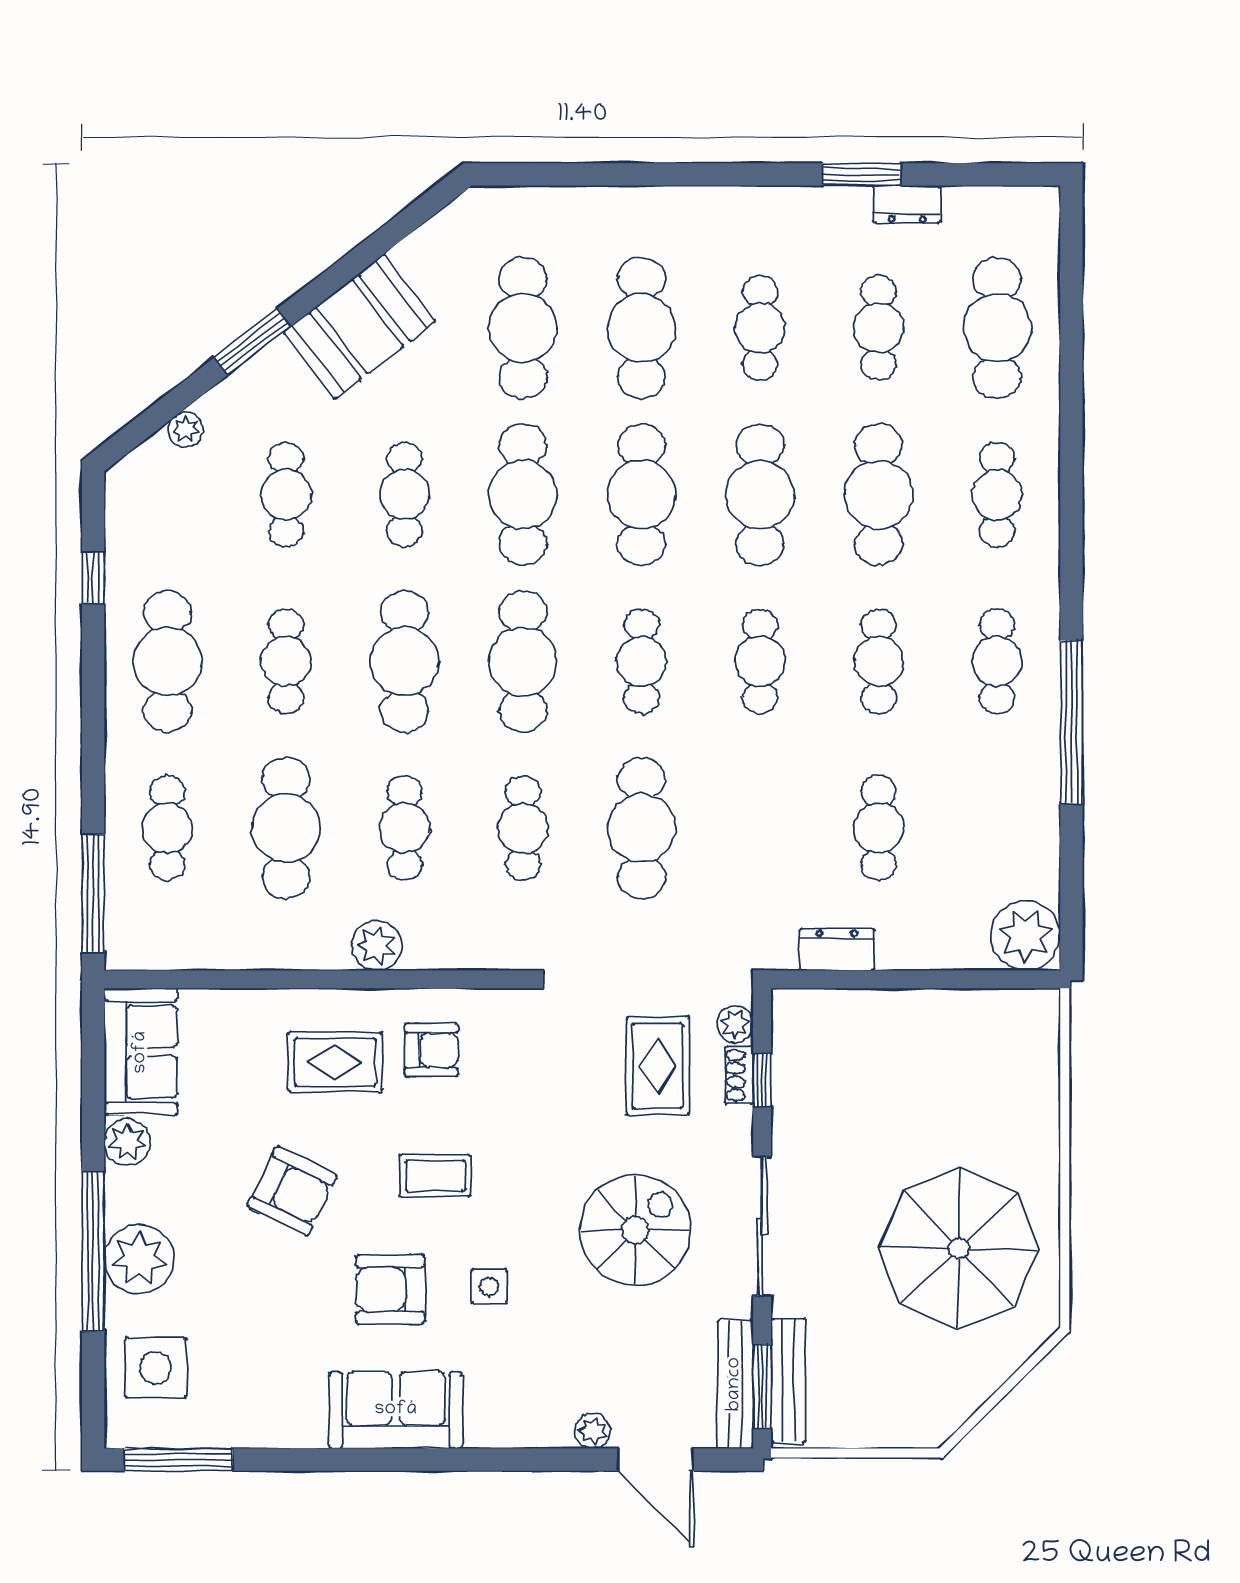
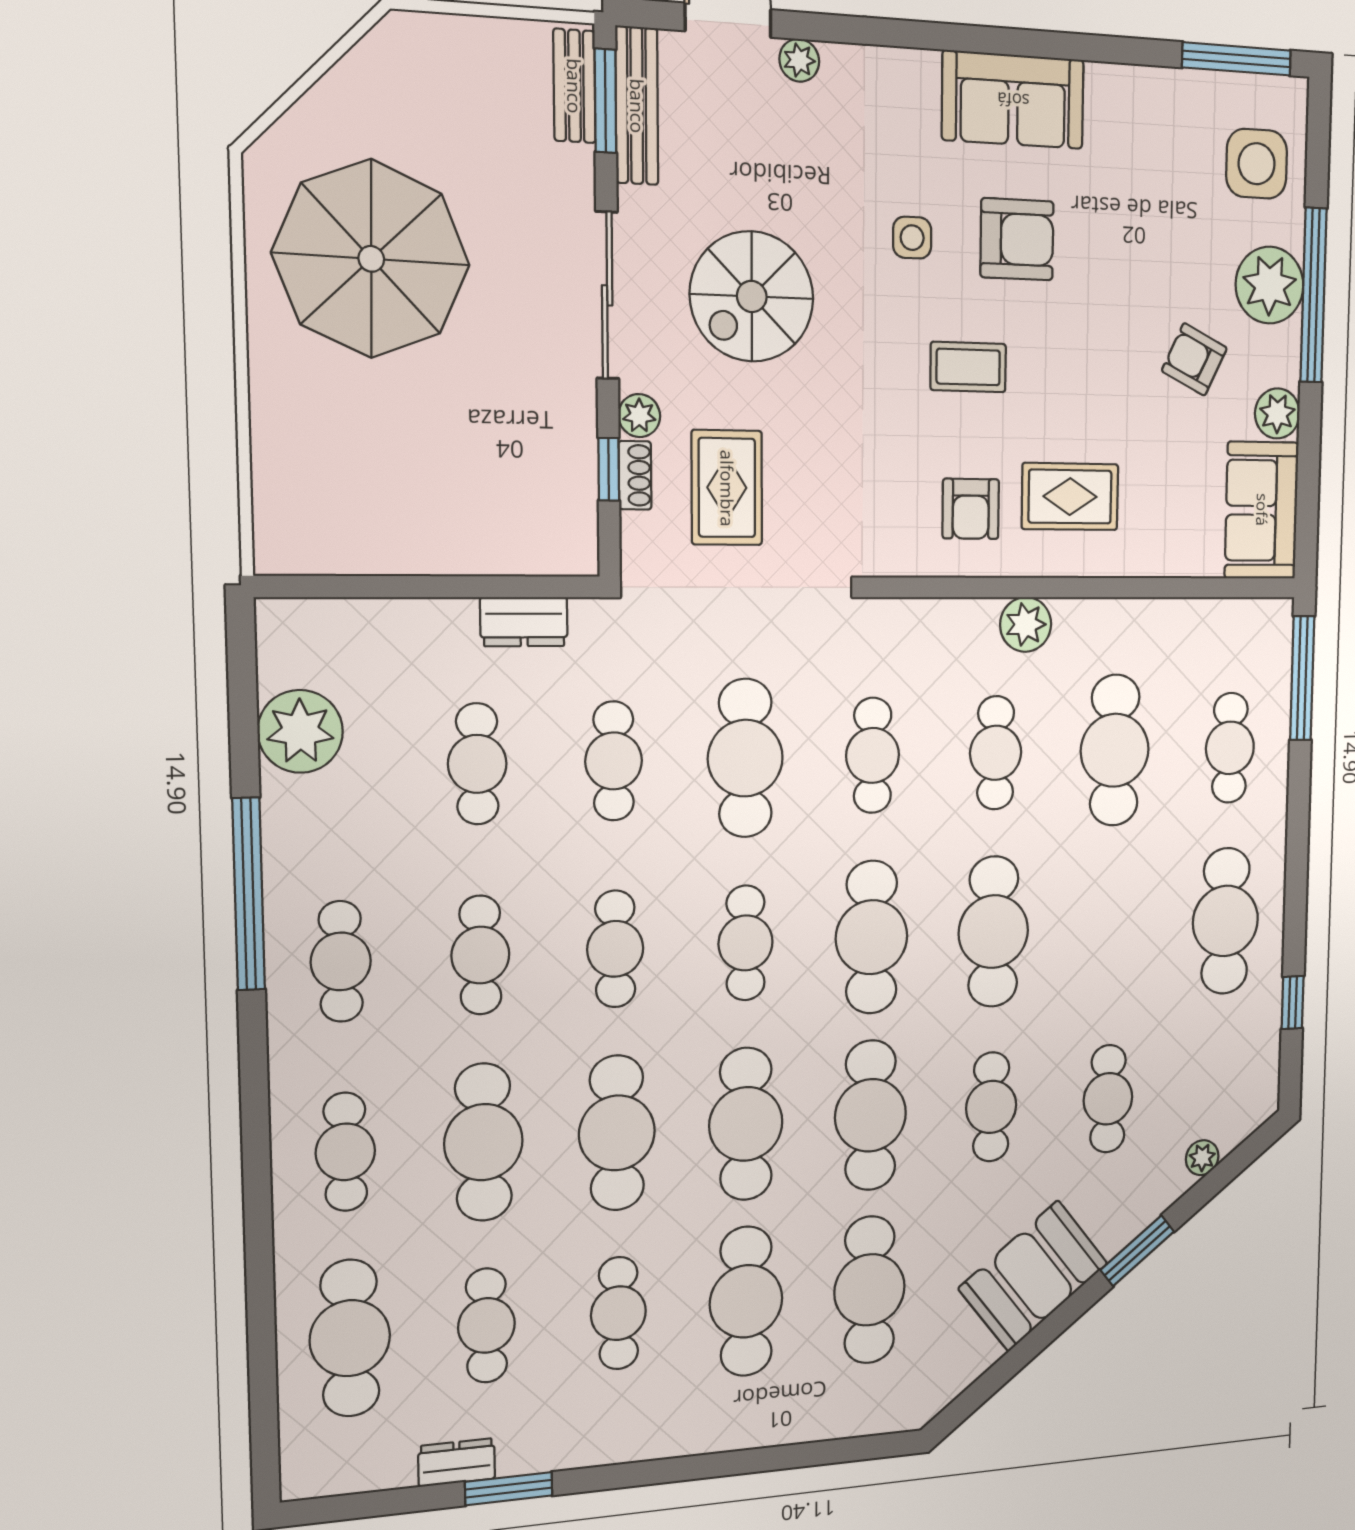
cafe table: (286, 661) -> (614, 761), moved
plant: (1026, 936) -> (300, 731), moved
plant: (735, 1024) -> (639, 416), moved
armchair: (431, 1050) -> (971, 509), turned -90
armchair: (292, 1191) -> (1194, 359), moved, width x0.72, depth x0.72
bench: (788, 1381) -> (574, 86), width x0.73

